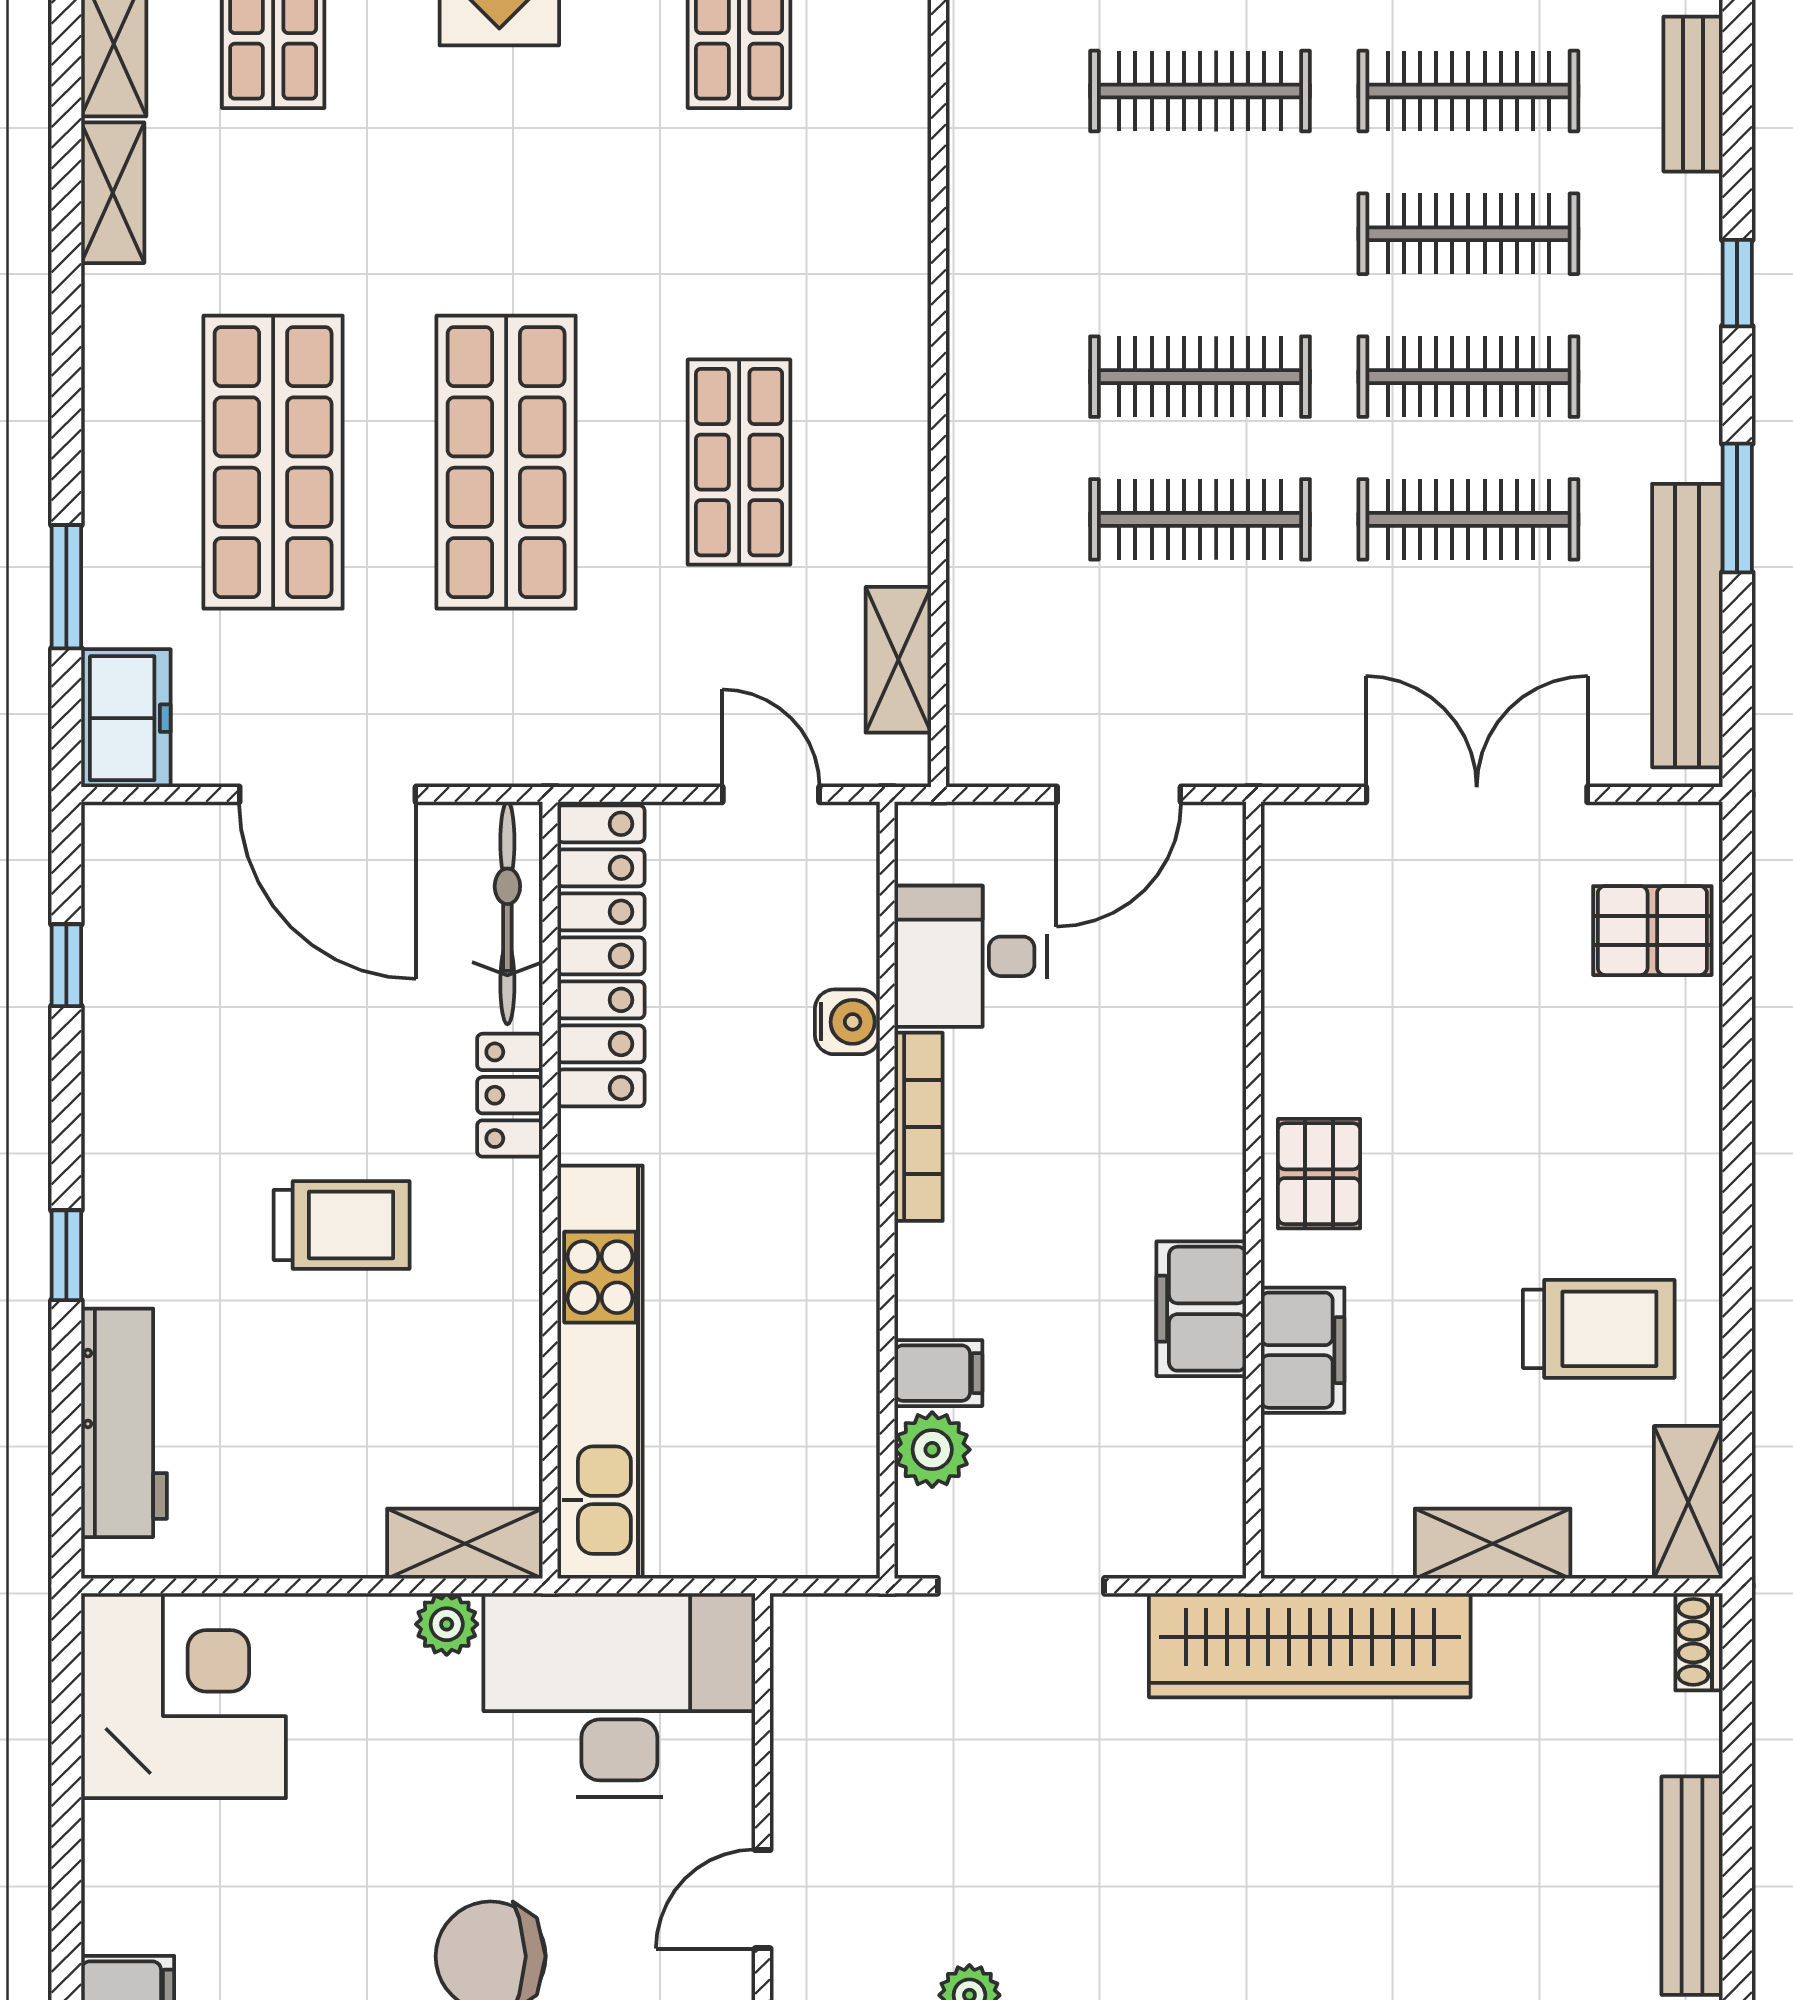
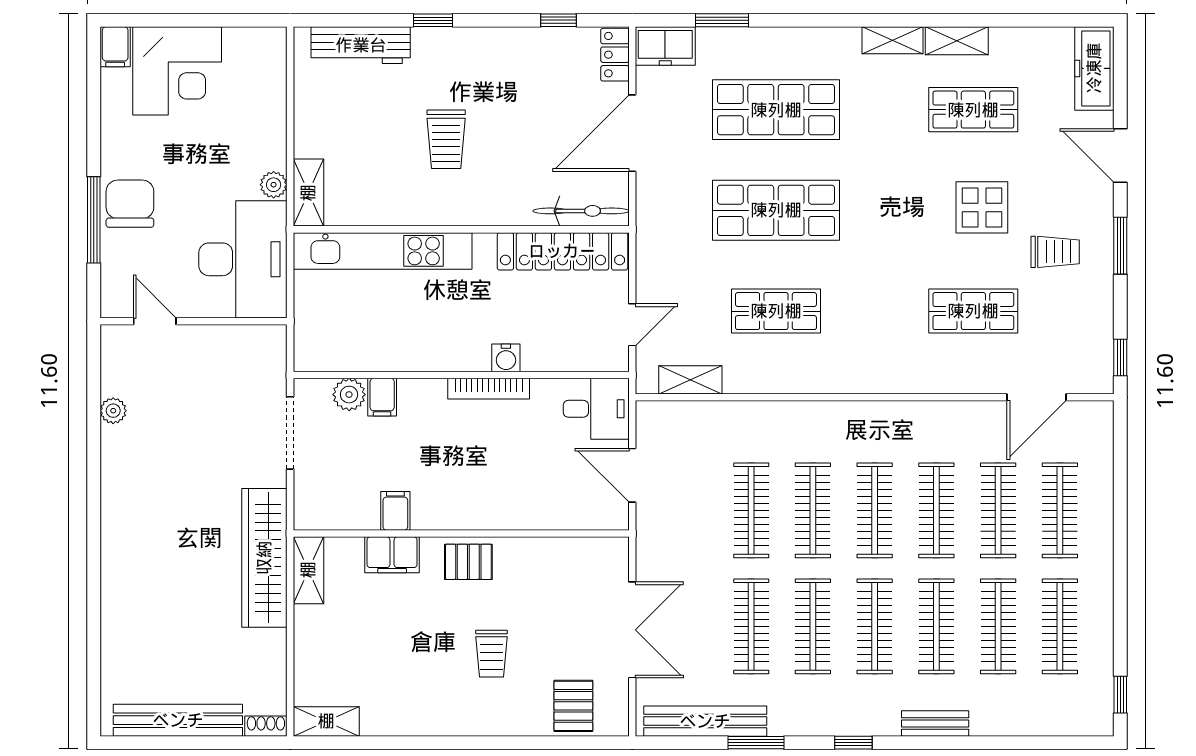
clothes rail: (1200, 234) -> (875, 510), added
desk: (971, 956) -> (596, 409), moved, turned 90
water cooler: (847, 1022) -> (506, 358), moved
locker: (510, 1095) -> (615, 55), moved, turned -90
filing cabinet: (1201, 1309) -> (395, 511), width x0.50
trolley: (1599, 1329) -> (491, 654), moved, width x0.73, depth x0.72
shelving: (1493, 1544) -> (308, 570), moved
corner desk: (183, 1696) -> (177, 71), moved
bench: (1692, 1886) -> (178, 720), width x1.37, depth x1.21

